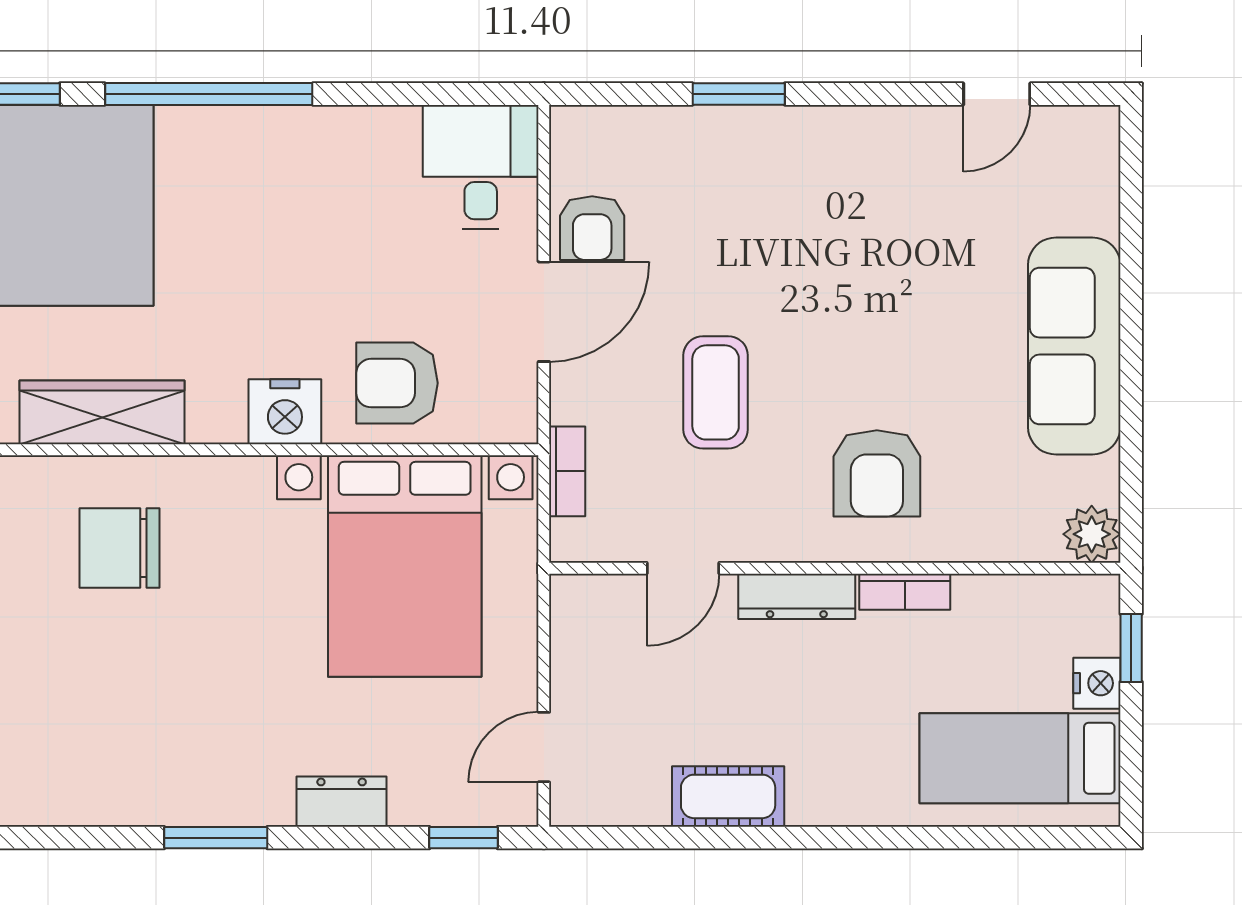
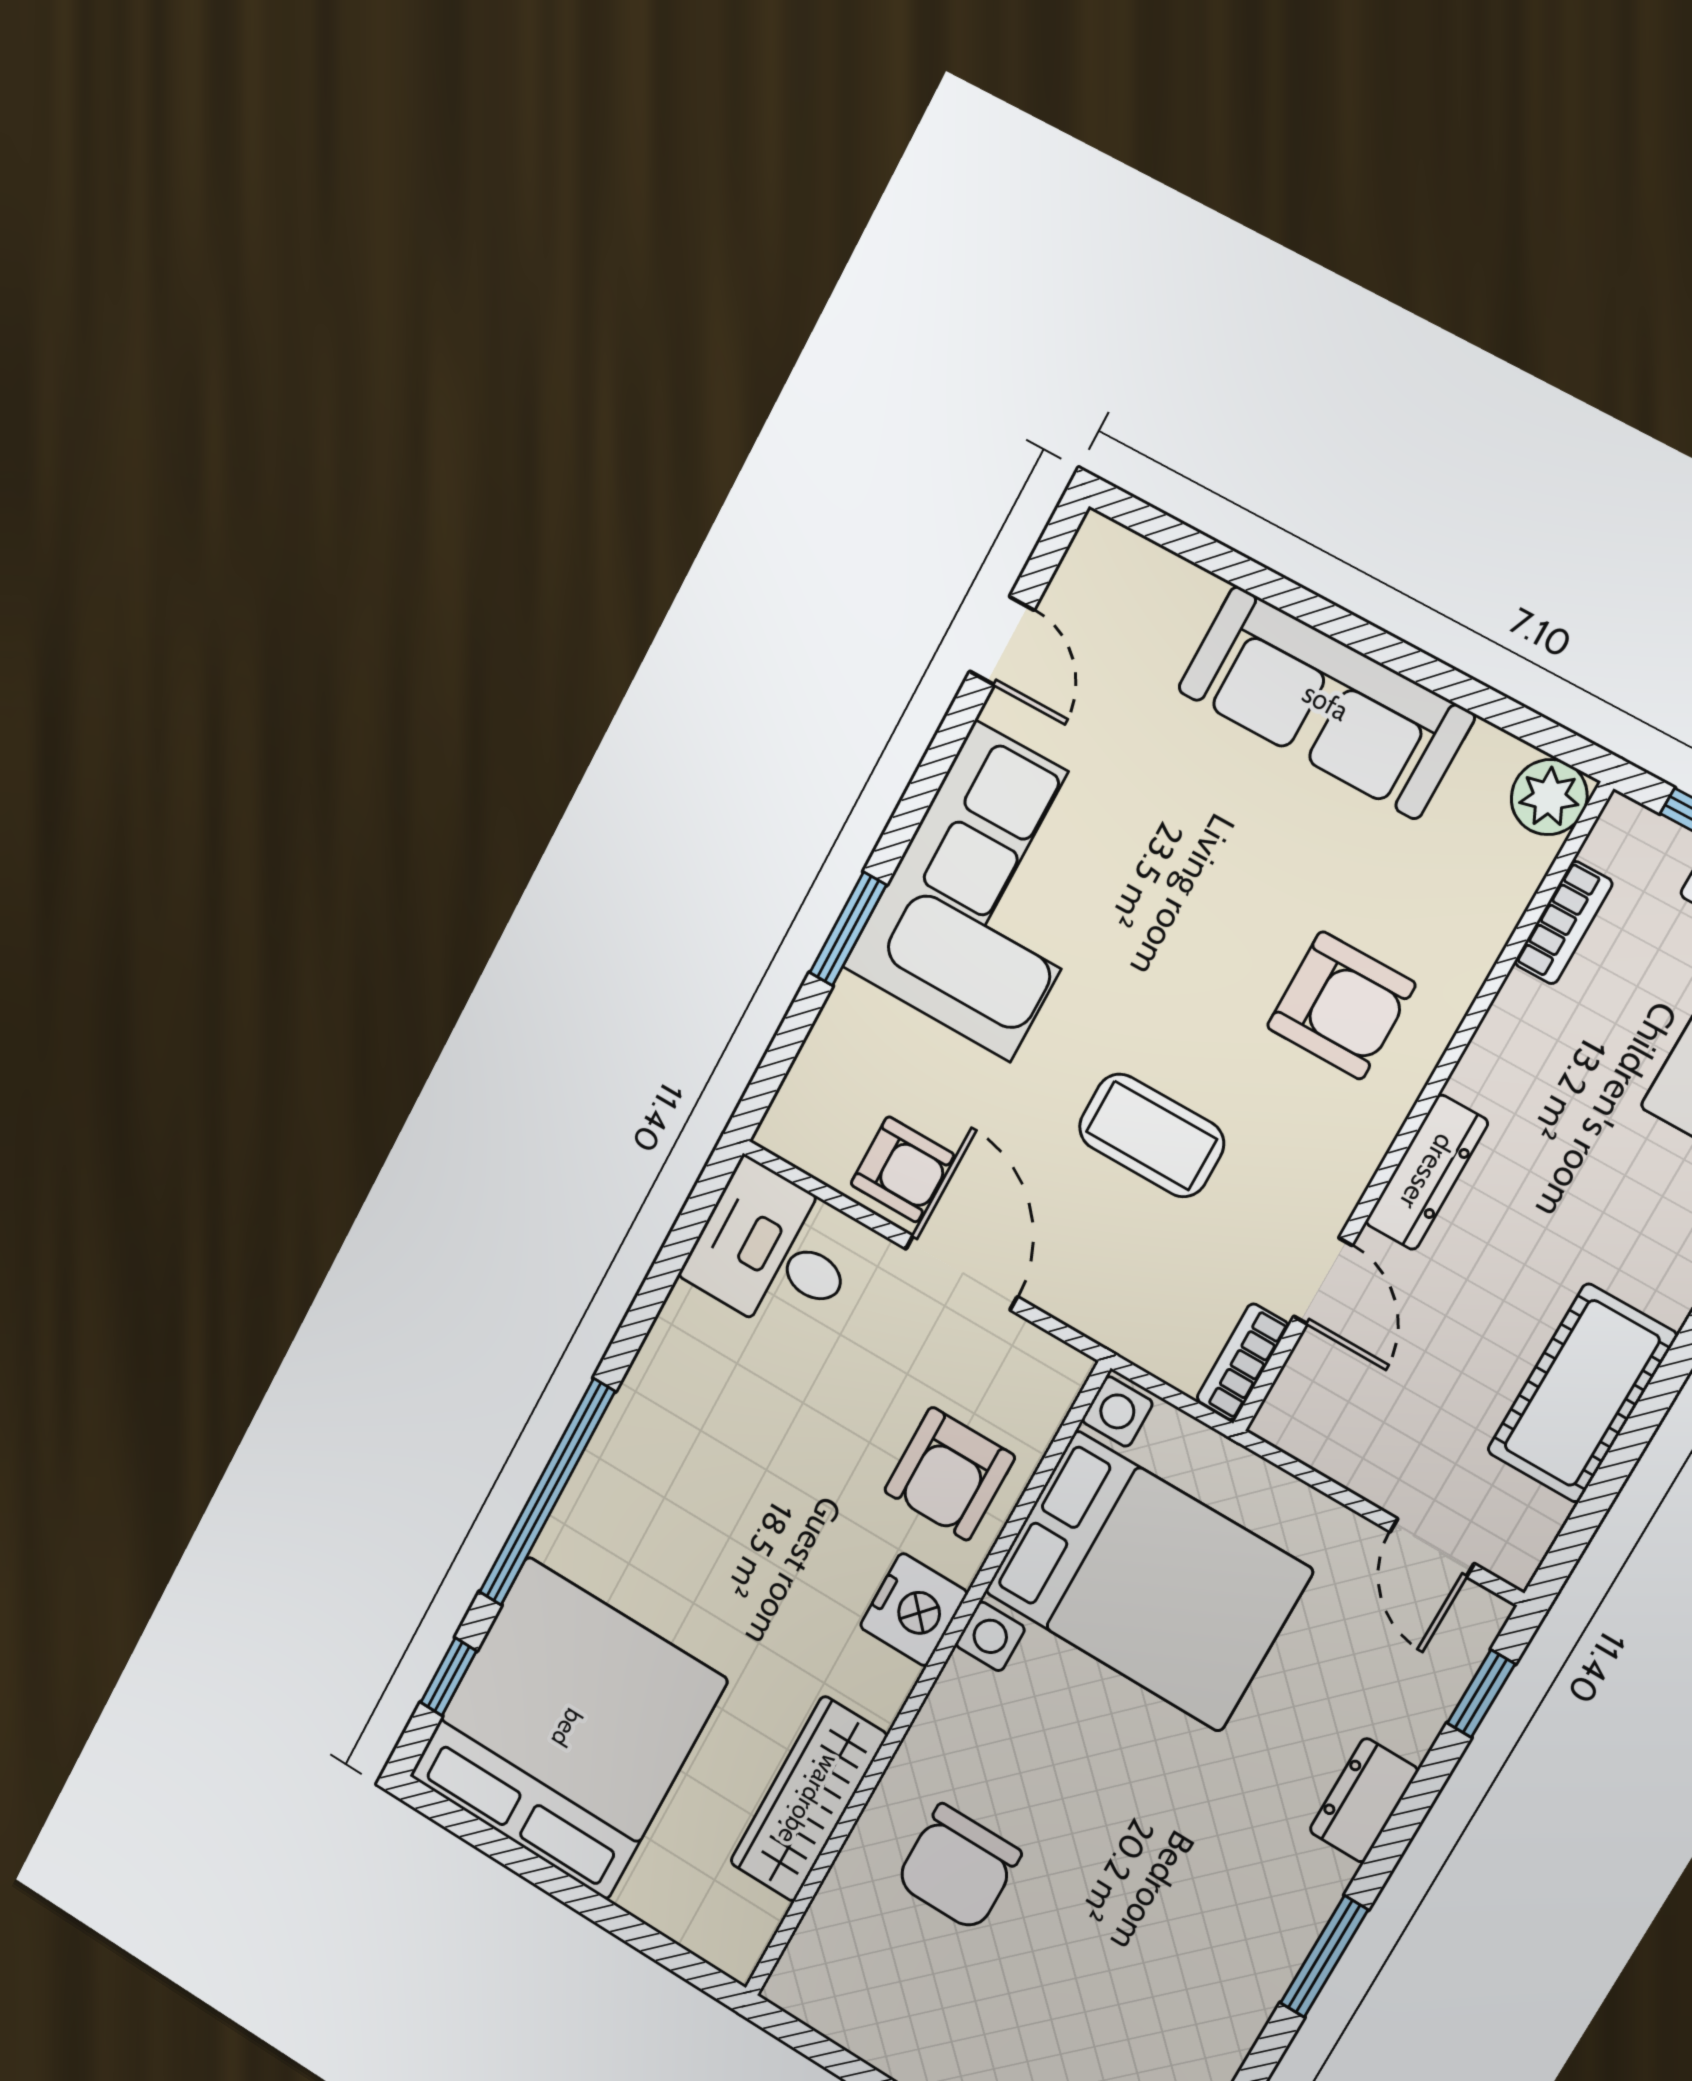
corner sofa: (822, 184) -> (992, 891), added
bookcase: (567, 471) -> (1243, 1362), moved, turned -90
bookcase: (905, 592) -> (1563, 923), moved
cot: (728, 796) -> (1582, 1393), width x1.37, depth x1.34

